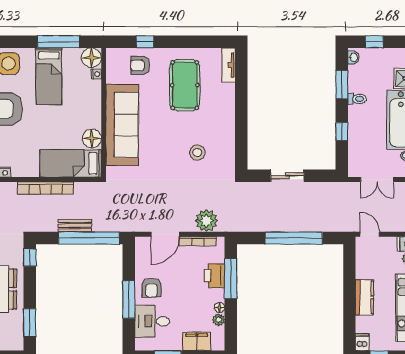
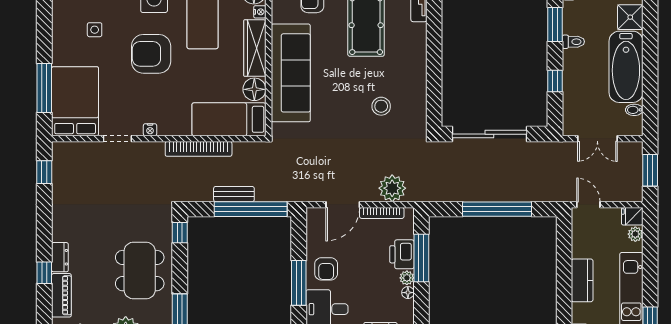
wardrobe: (92, 104) -> (255, 48), added
sliding door: (287, 176) -> (489, 134), width x1.86
plant: (219, 320) -> (407, 278), moved

